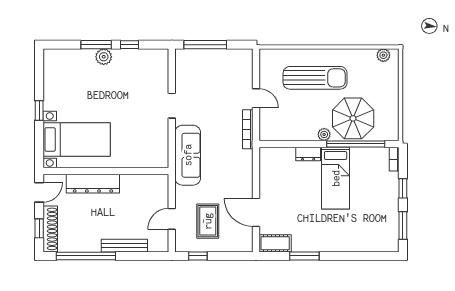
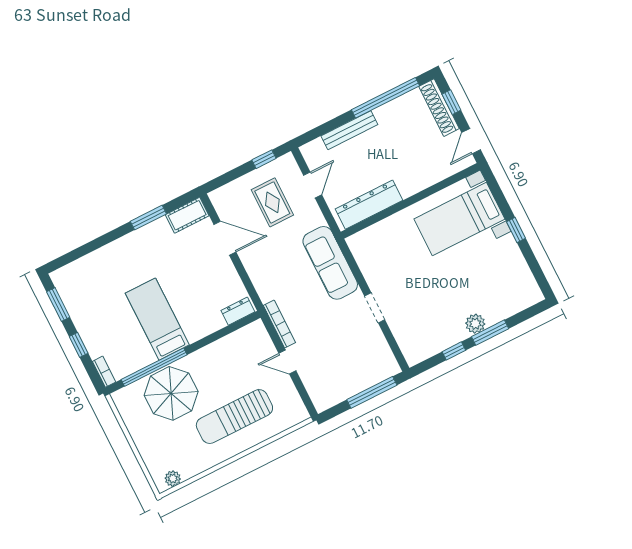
plant: (324, 134) -> (194, 360), removed
dresser: (308, 154) -> (238, 311), moved
dresser: (93, 184) -> (369, 205), moved

